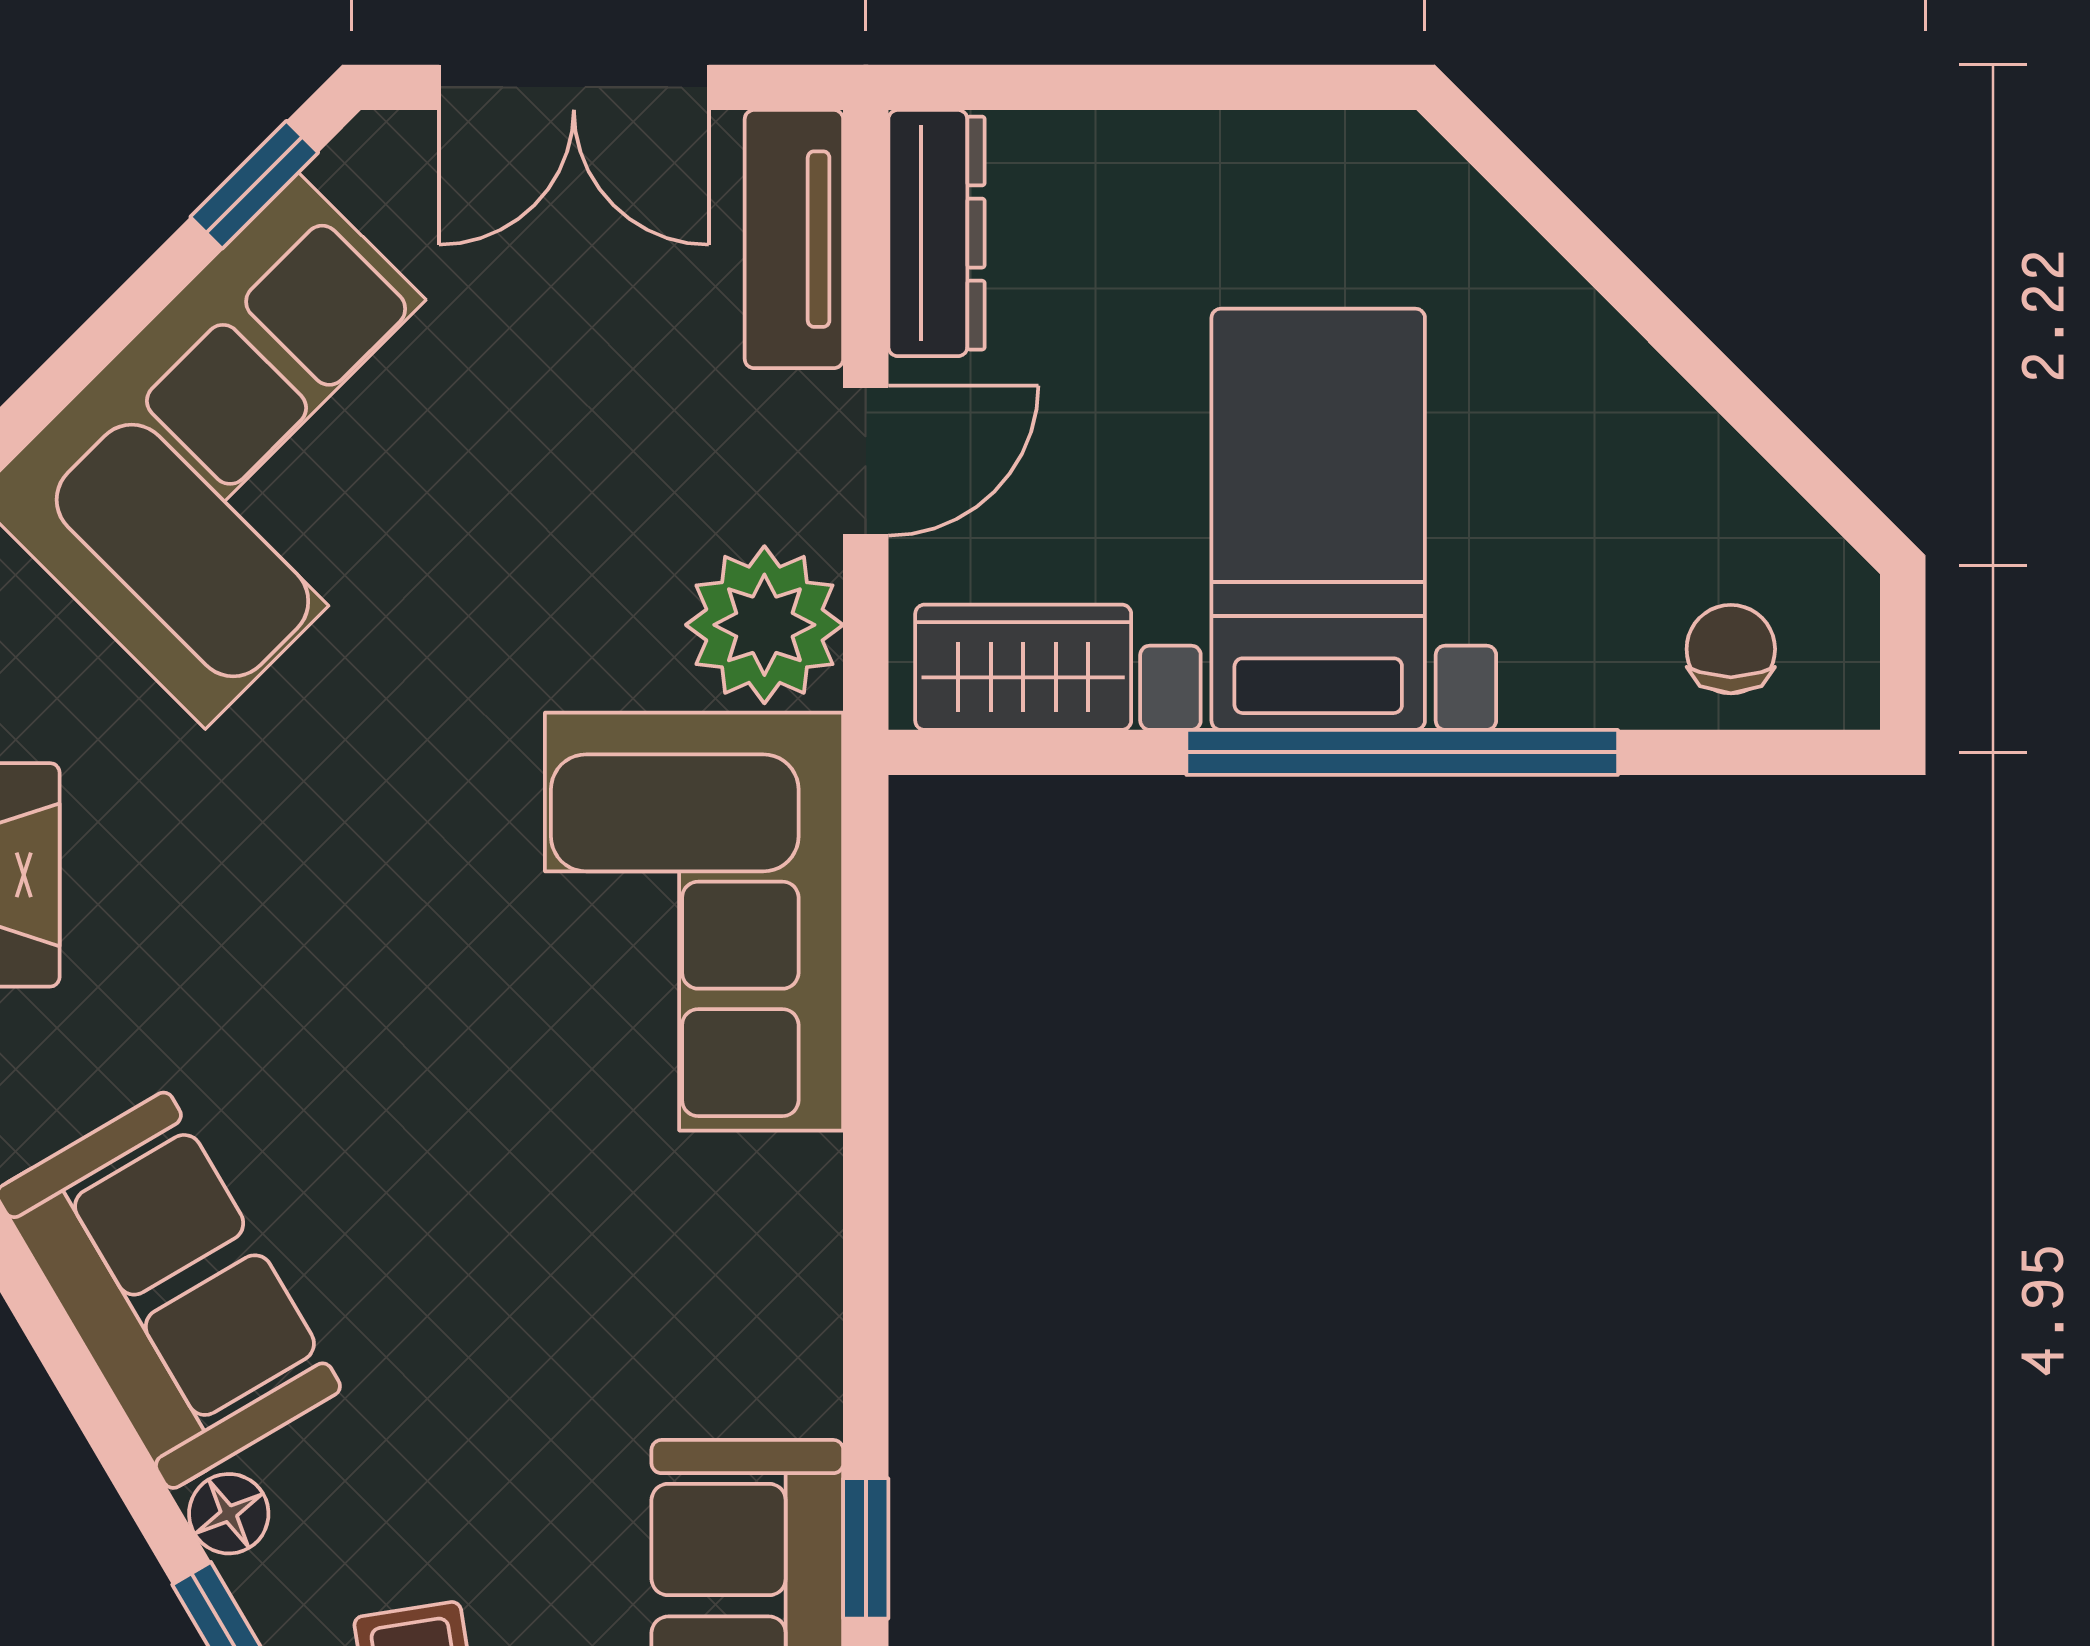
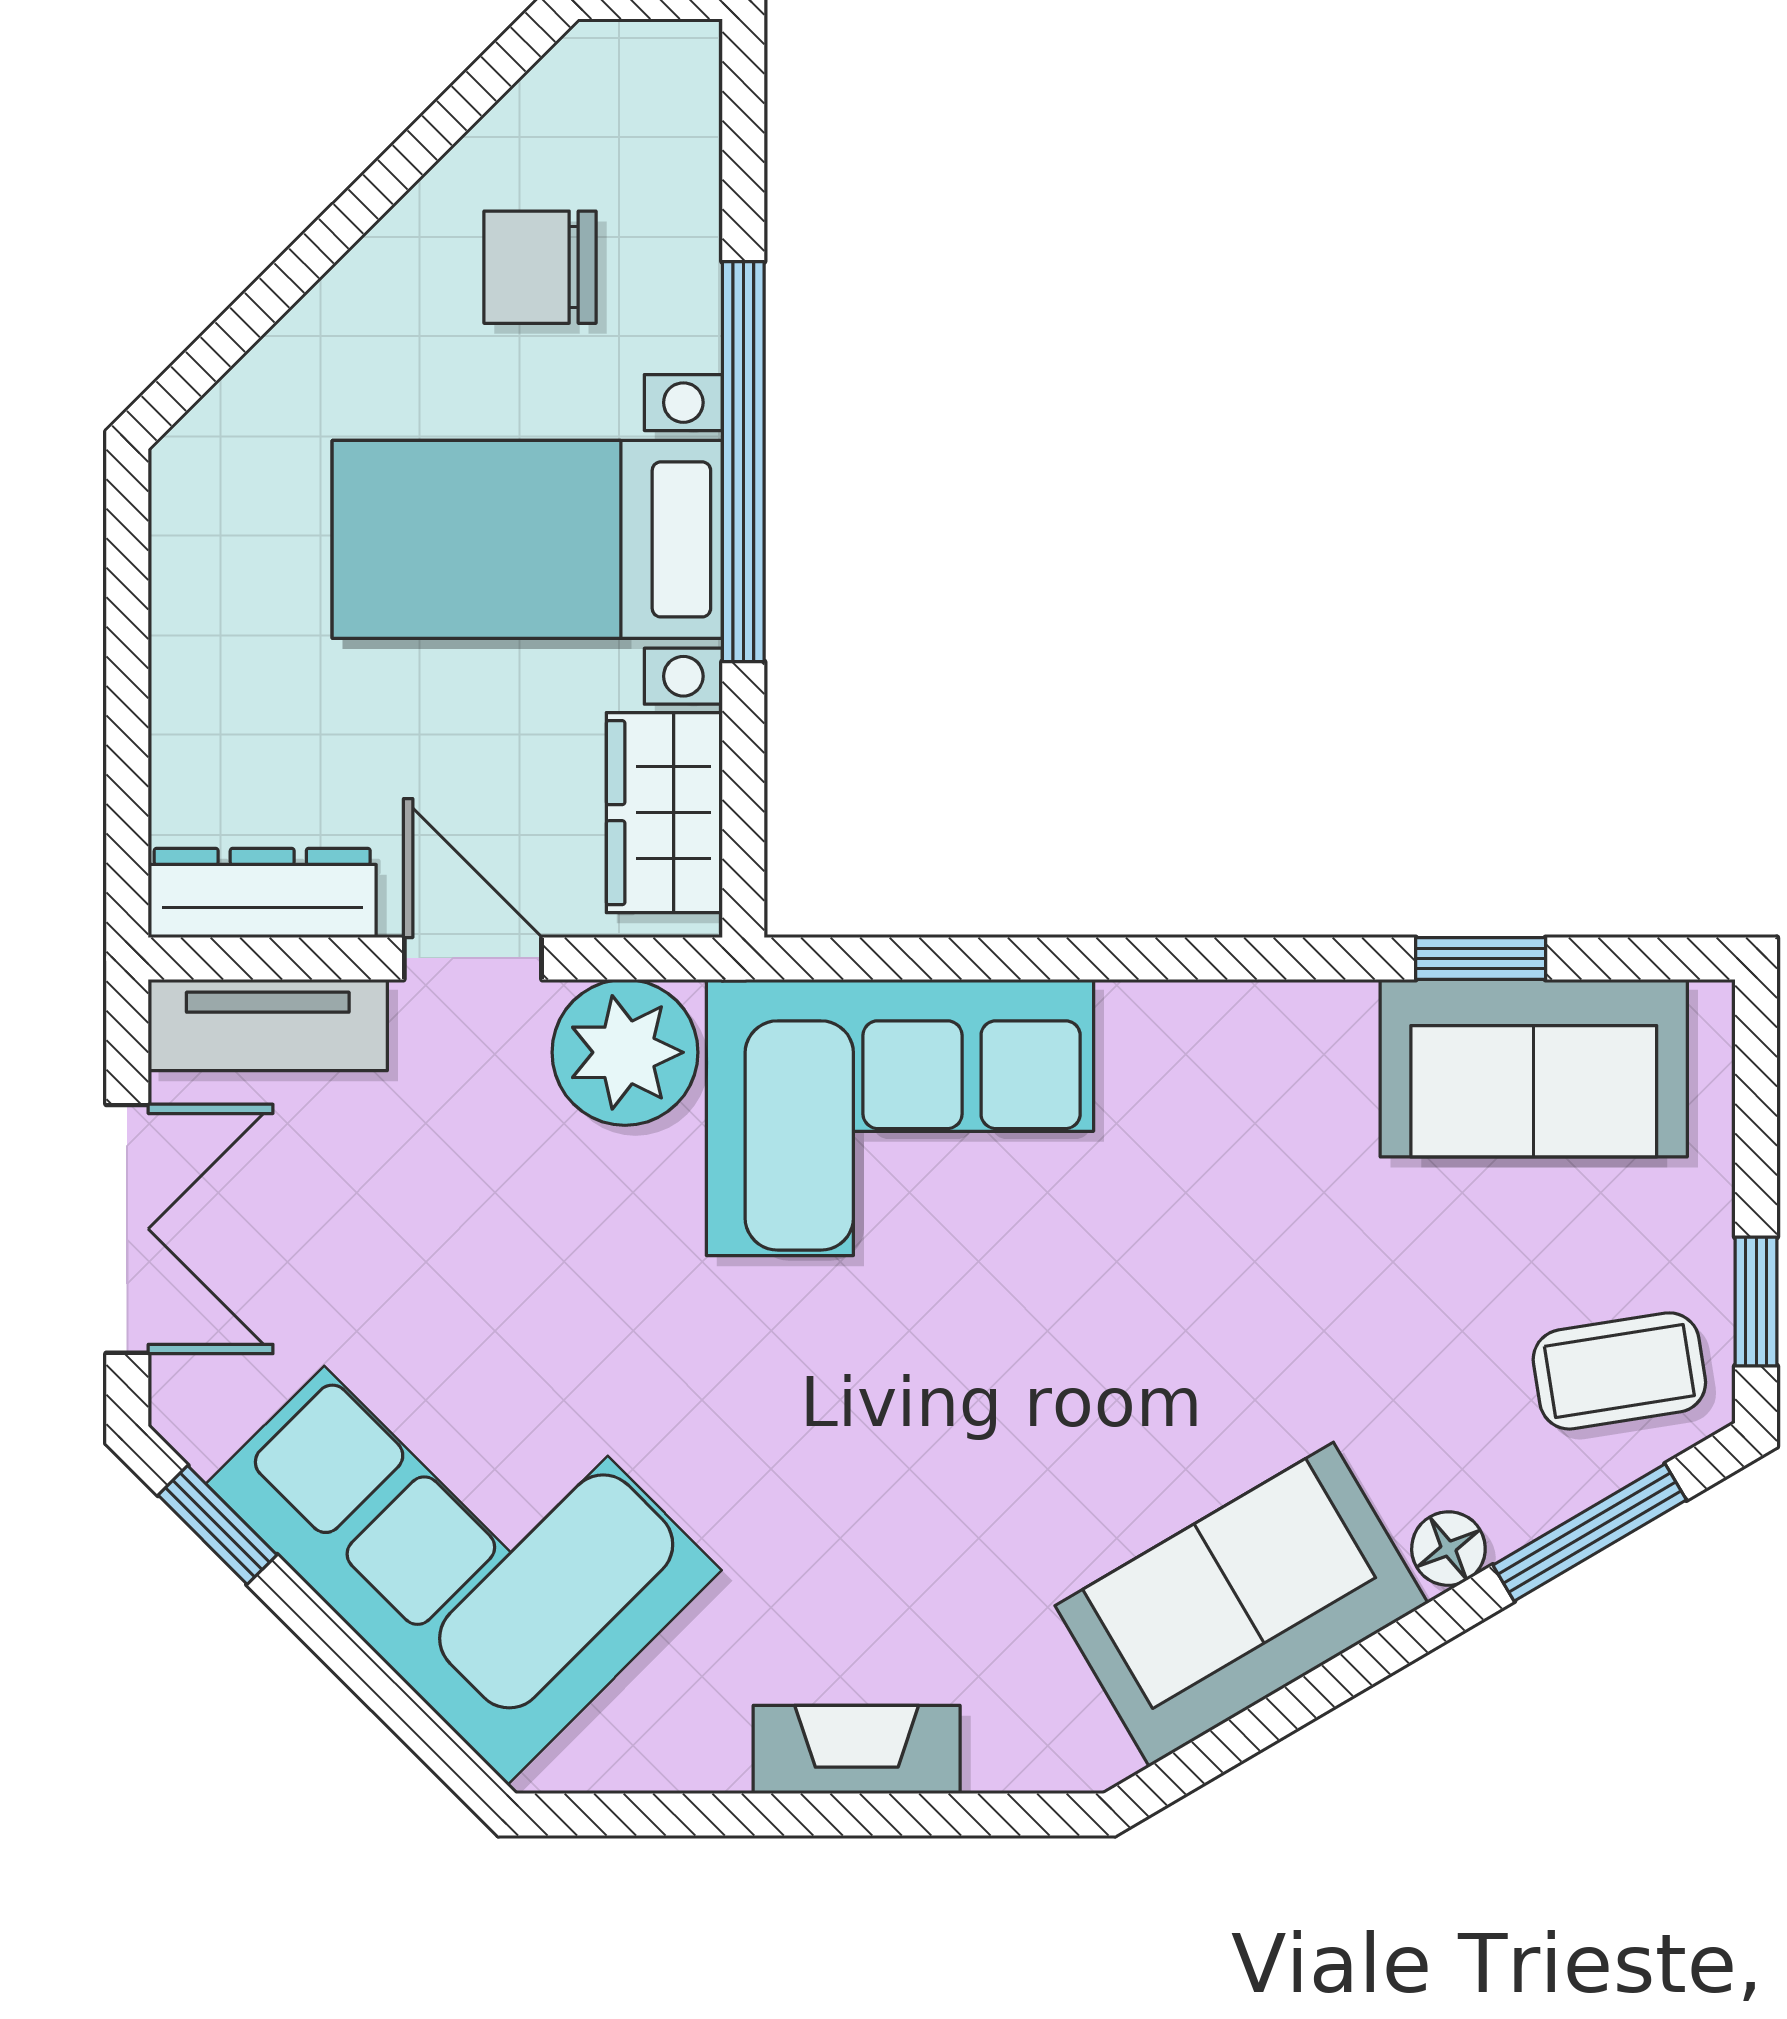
chair: (1731, 649) -> (540, 267), moved, width x1.37, depth x1.37

